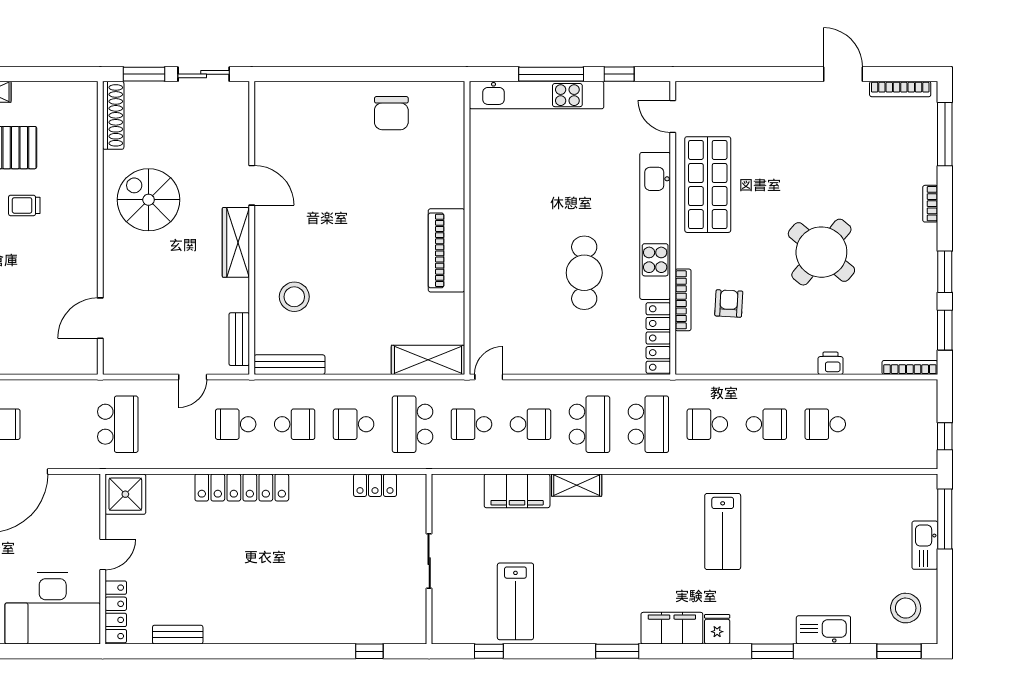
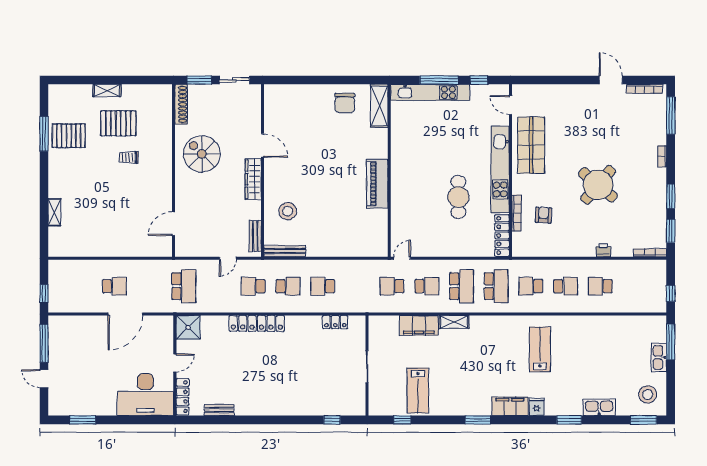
shelving: (428, 360) -> (379, 106), moved, turned 90
school desk: (413, 424) -> (357, 286), removed
lab bench: (723, 532) -> (540, 349), turned 180

